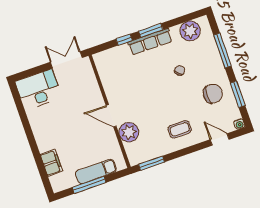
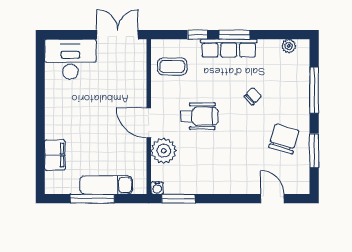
plant: (190, 31) -> (289, 46), width x0.53, depth x0.53
chair: (213, 94) -> (284, 139), turned -74
wheelchair: (146, 98) -> (199, 116), added
water cooler: (239, 124) -> (157, 188), moved
coffee table: (180, 129) -> (172, 67), moved

